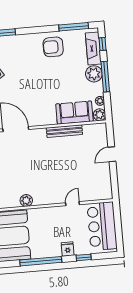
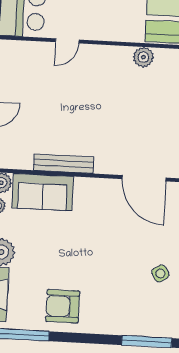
armchair: (53, 47) -> (63, 306), turned 180

